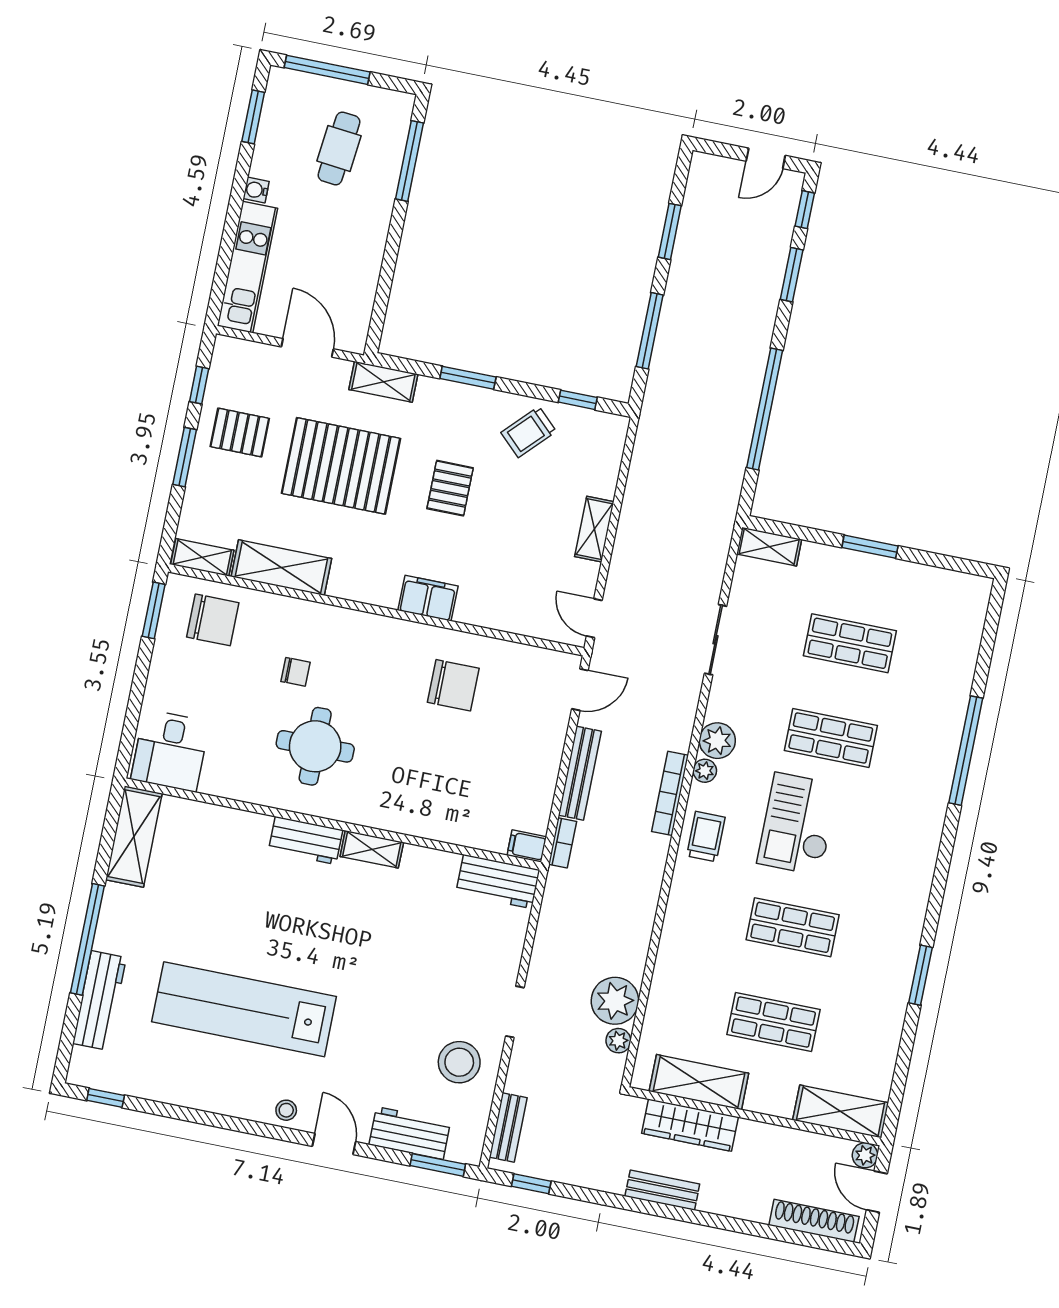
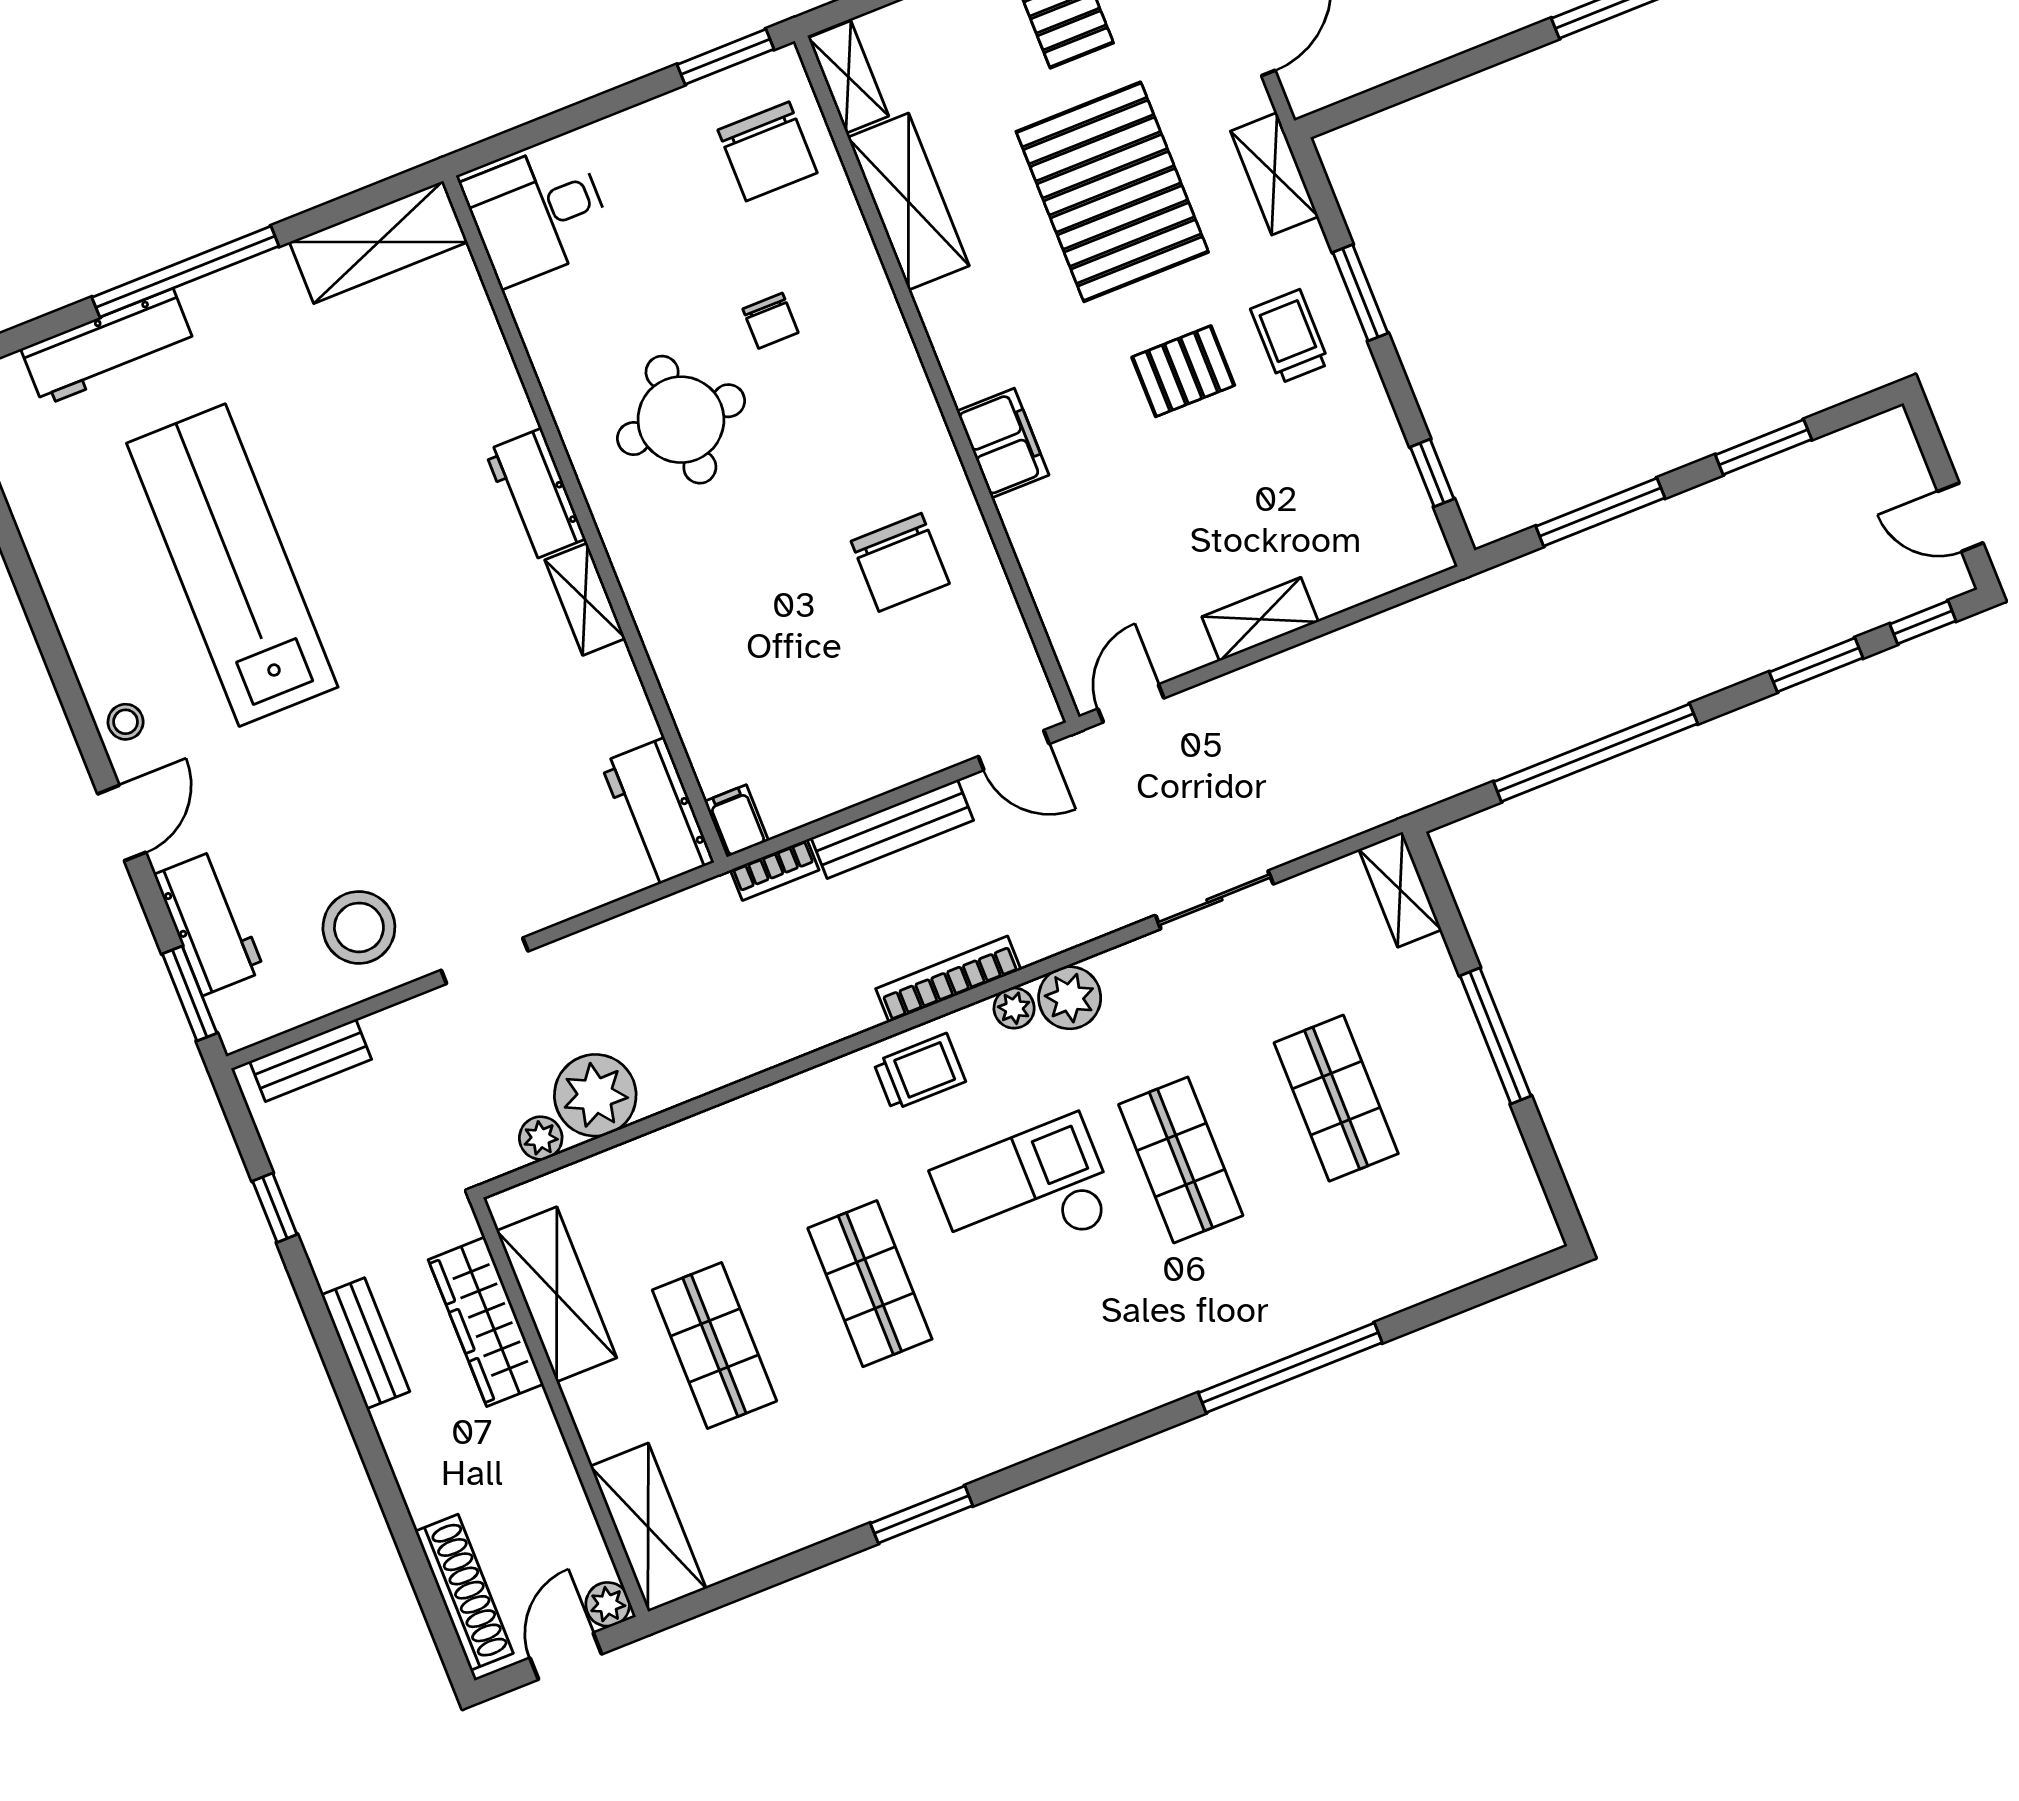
trolley: (529, 432) -> (1290, 336), moved, turned 46
window: (870, 547) -> (1495, 1036), width x1.44
window: (531, 1184) -> (275, 1208), moved

